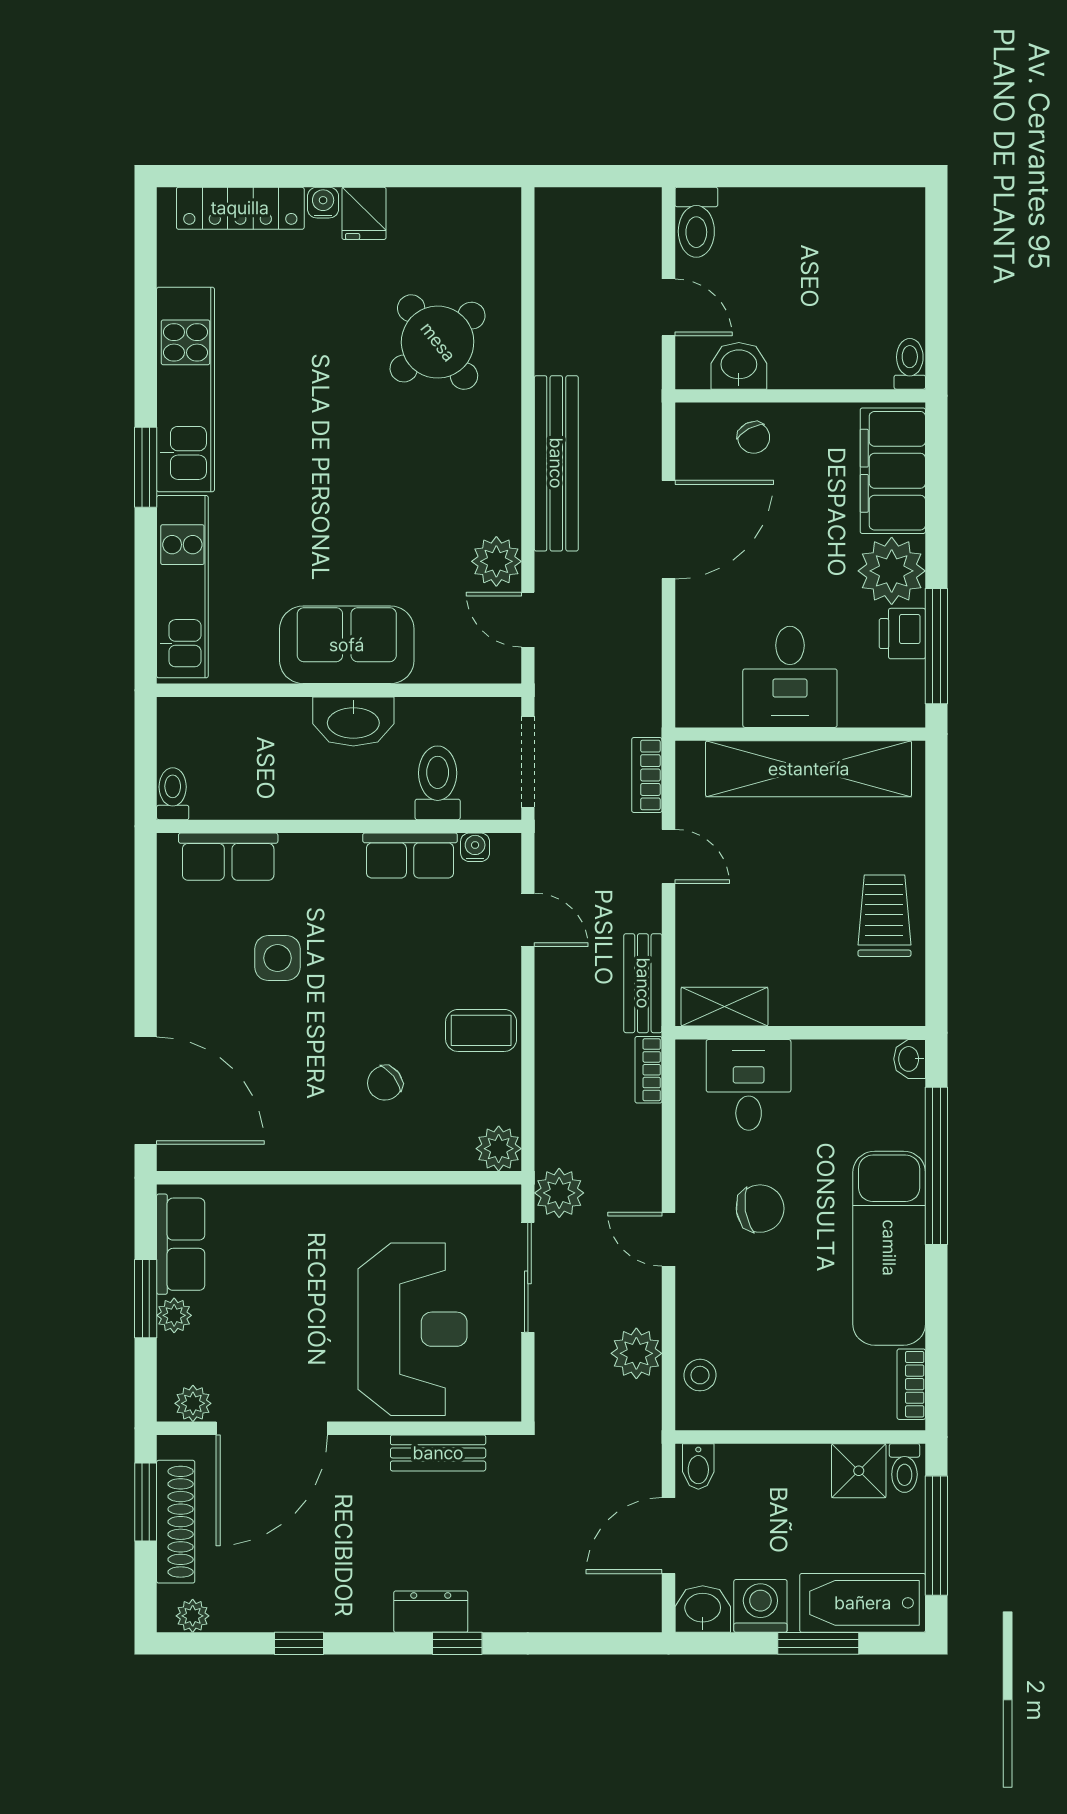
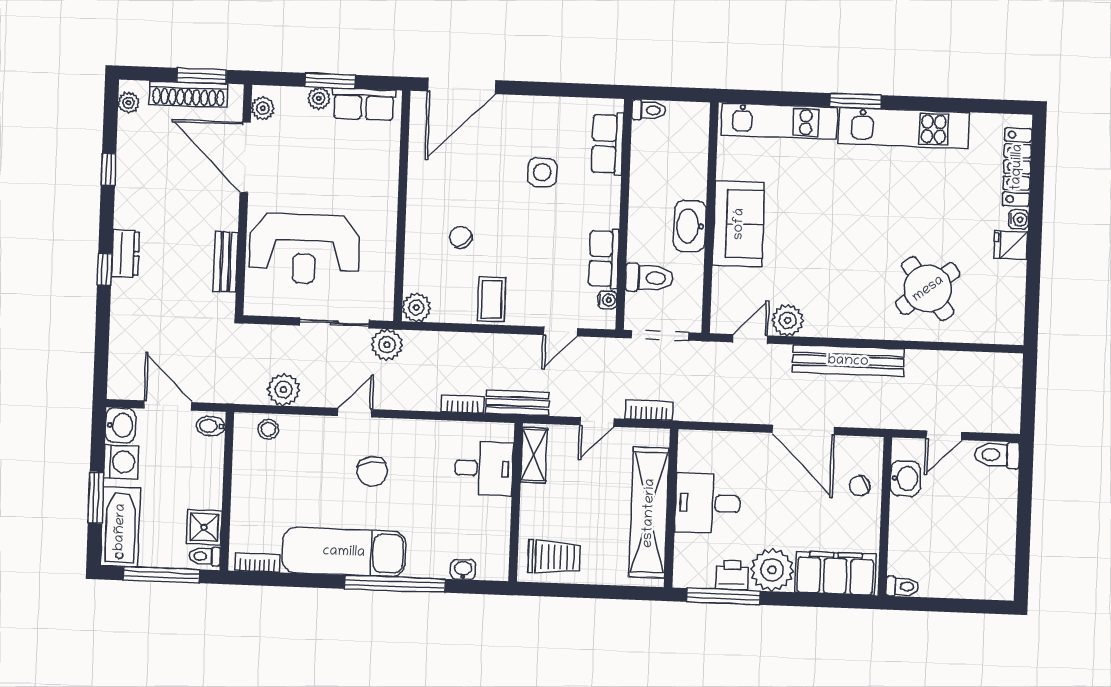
shelving: (724, 1007) -> (534, 455), moved
wall: (800, 1033) -> (516, 502), moved
desk: (749, 1085) -> (484, 468), moved

